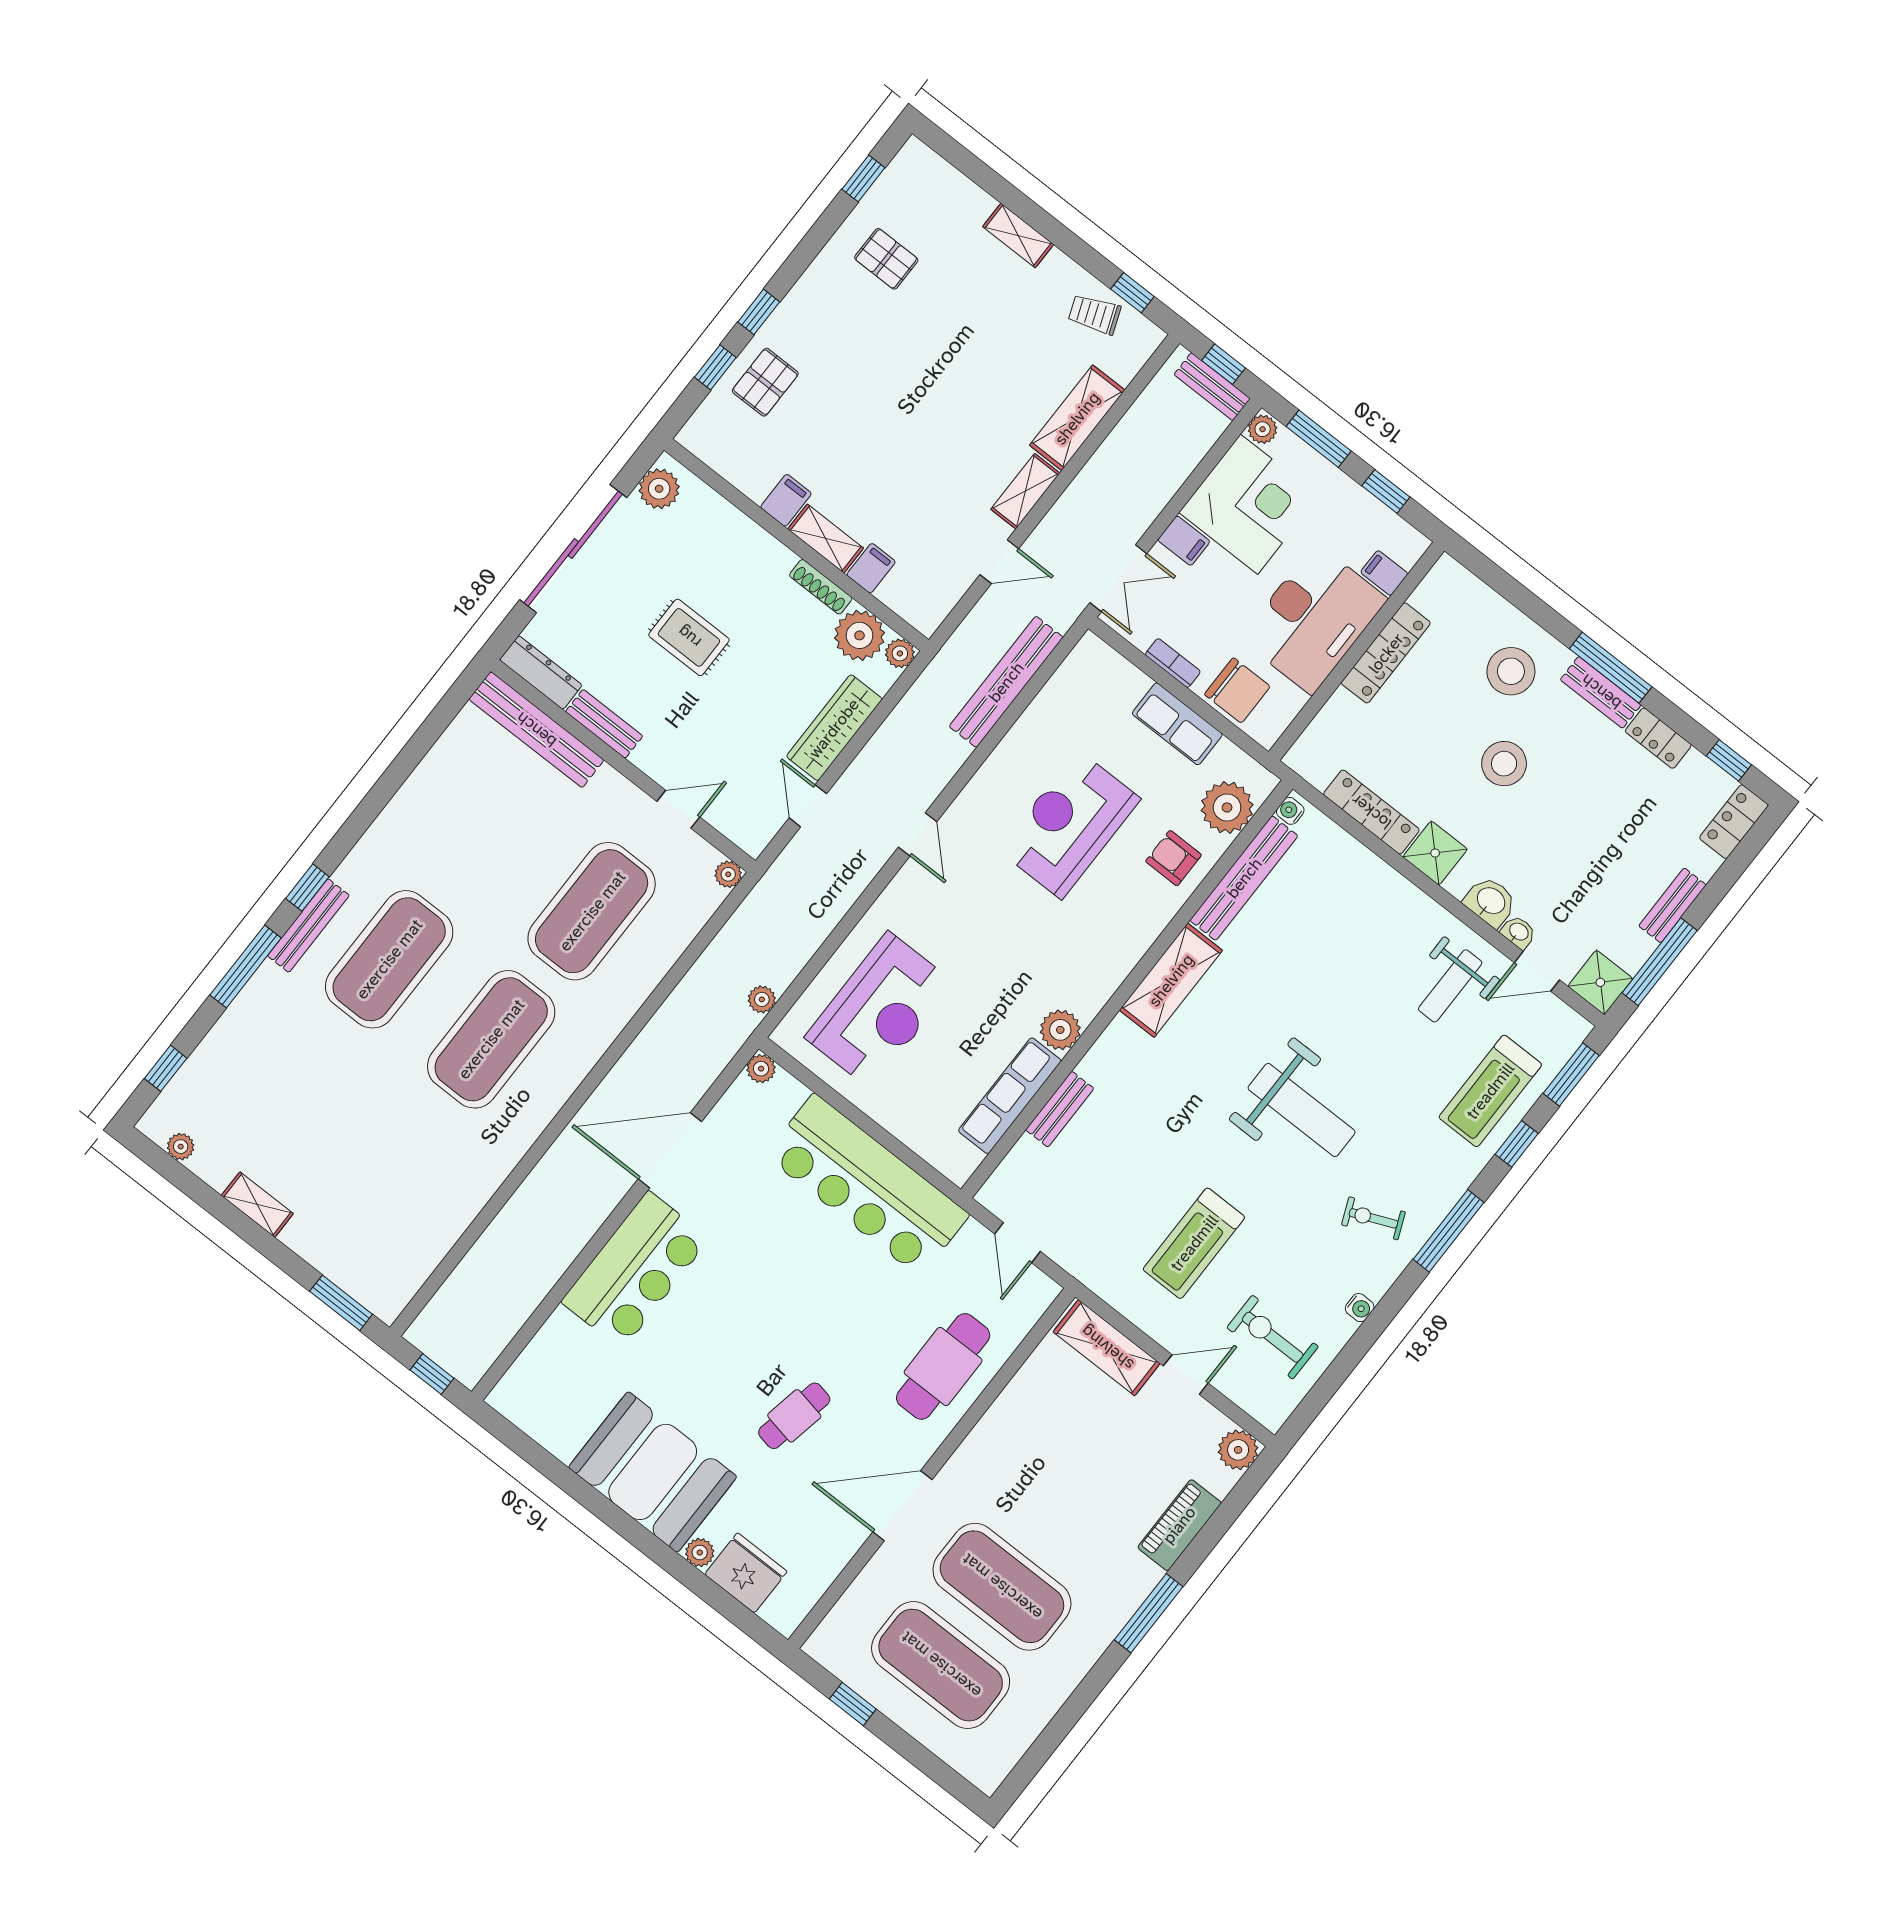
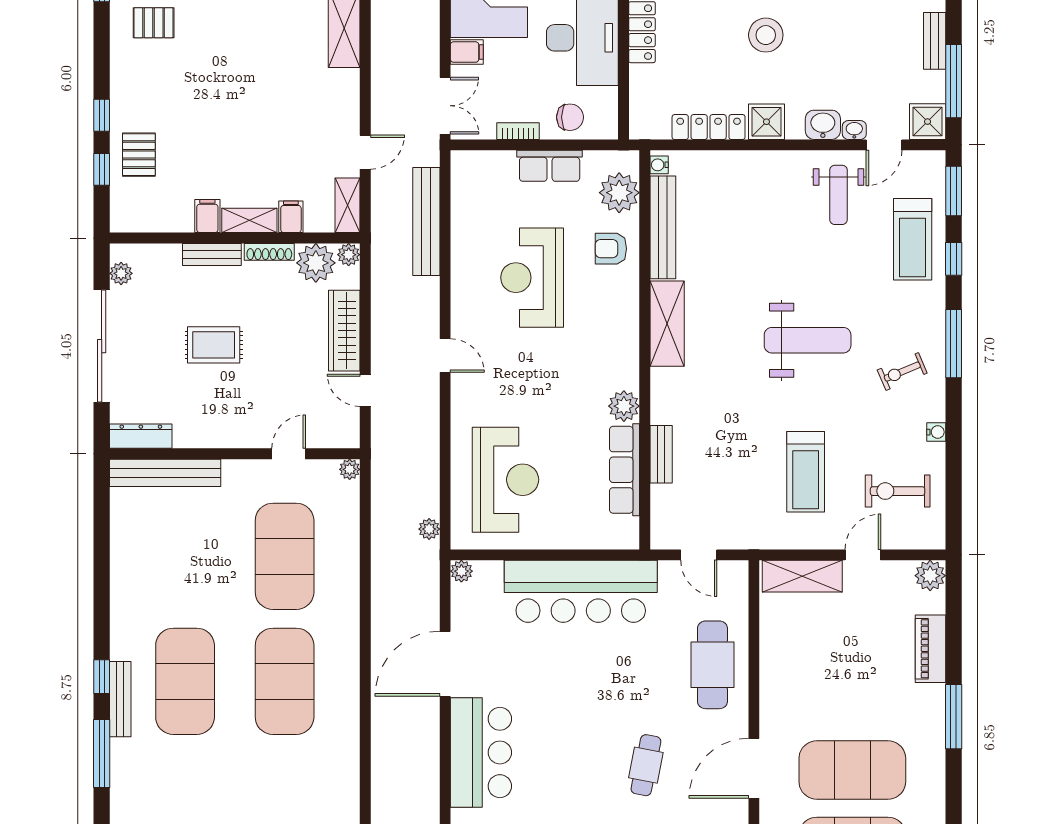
plant: (659, 489) -> (121, 273), width x0.73, depth x0.73
shelving: (1025, 491) -> (348, 205), moved
chair: (1237, 690) -> (570, 117), width x0.73, depth x0.73
bench: (604, 724) -> (212, 255), moved

